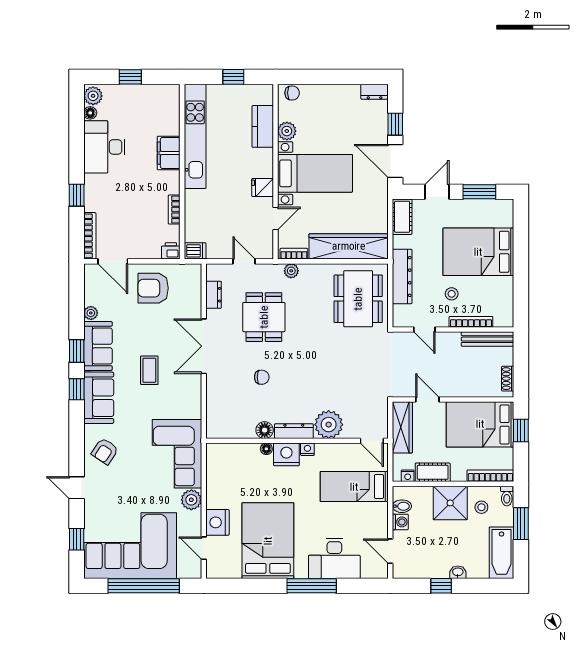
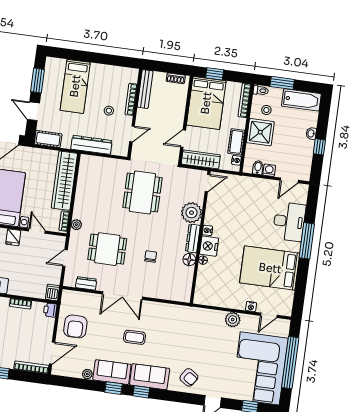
bed: (478, 252) -> (75, 86), width x0.67
dining table: (358, 299) -> (142, 193), moved, turned 90
corner sofa: (177, 454) -> (198, 325), removed
bed: (354, 487) -> (239, 200), removed
nightstand: (217, 522) -> (251, 307), width x0.53, depth x0.56

